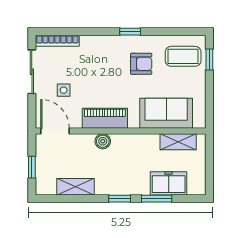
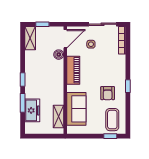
boiler: (103, 141) -> (59, 55), moved
shelving: (76, 187) -> (30, 38), moved

